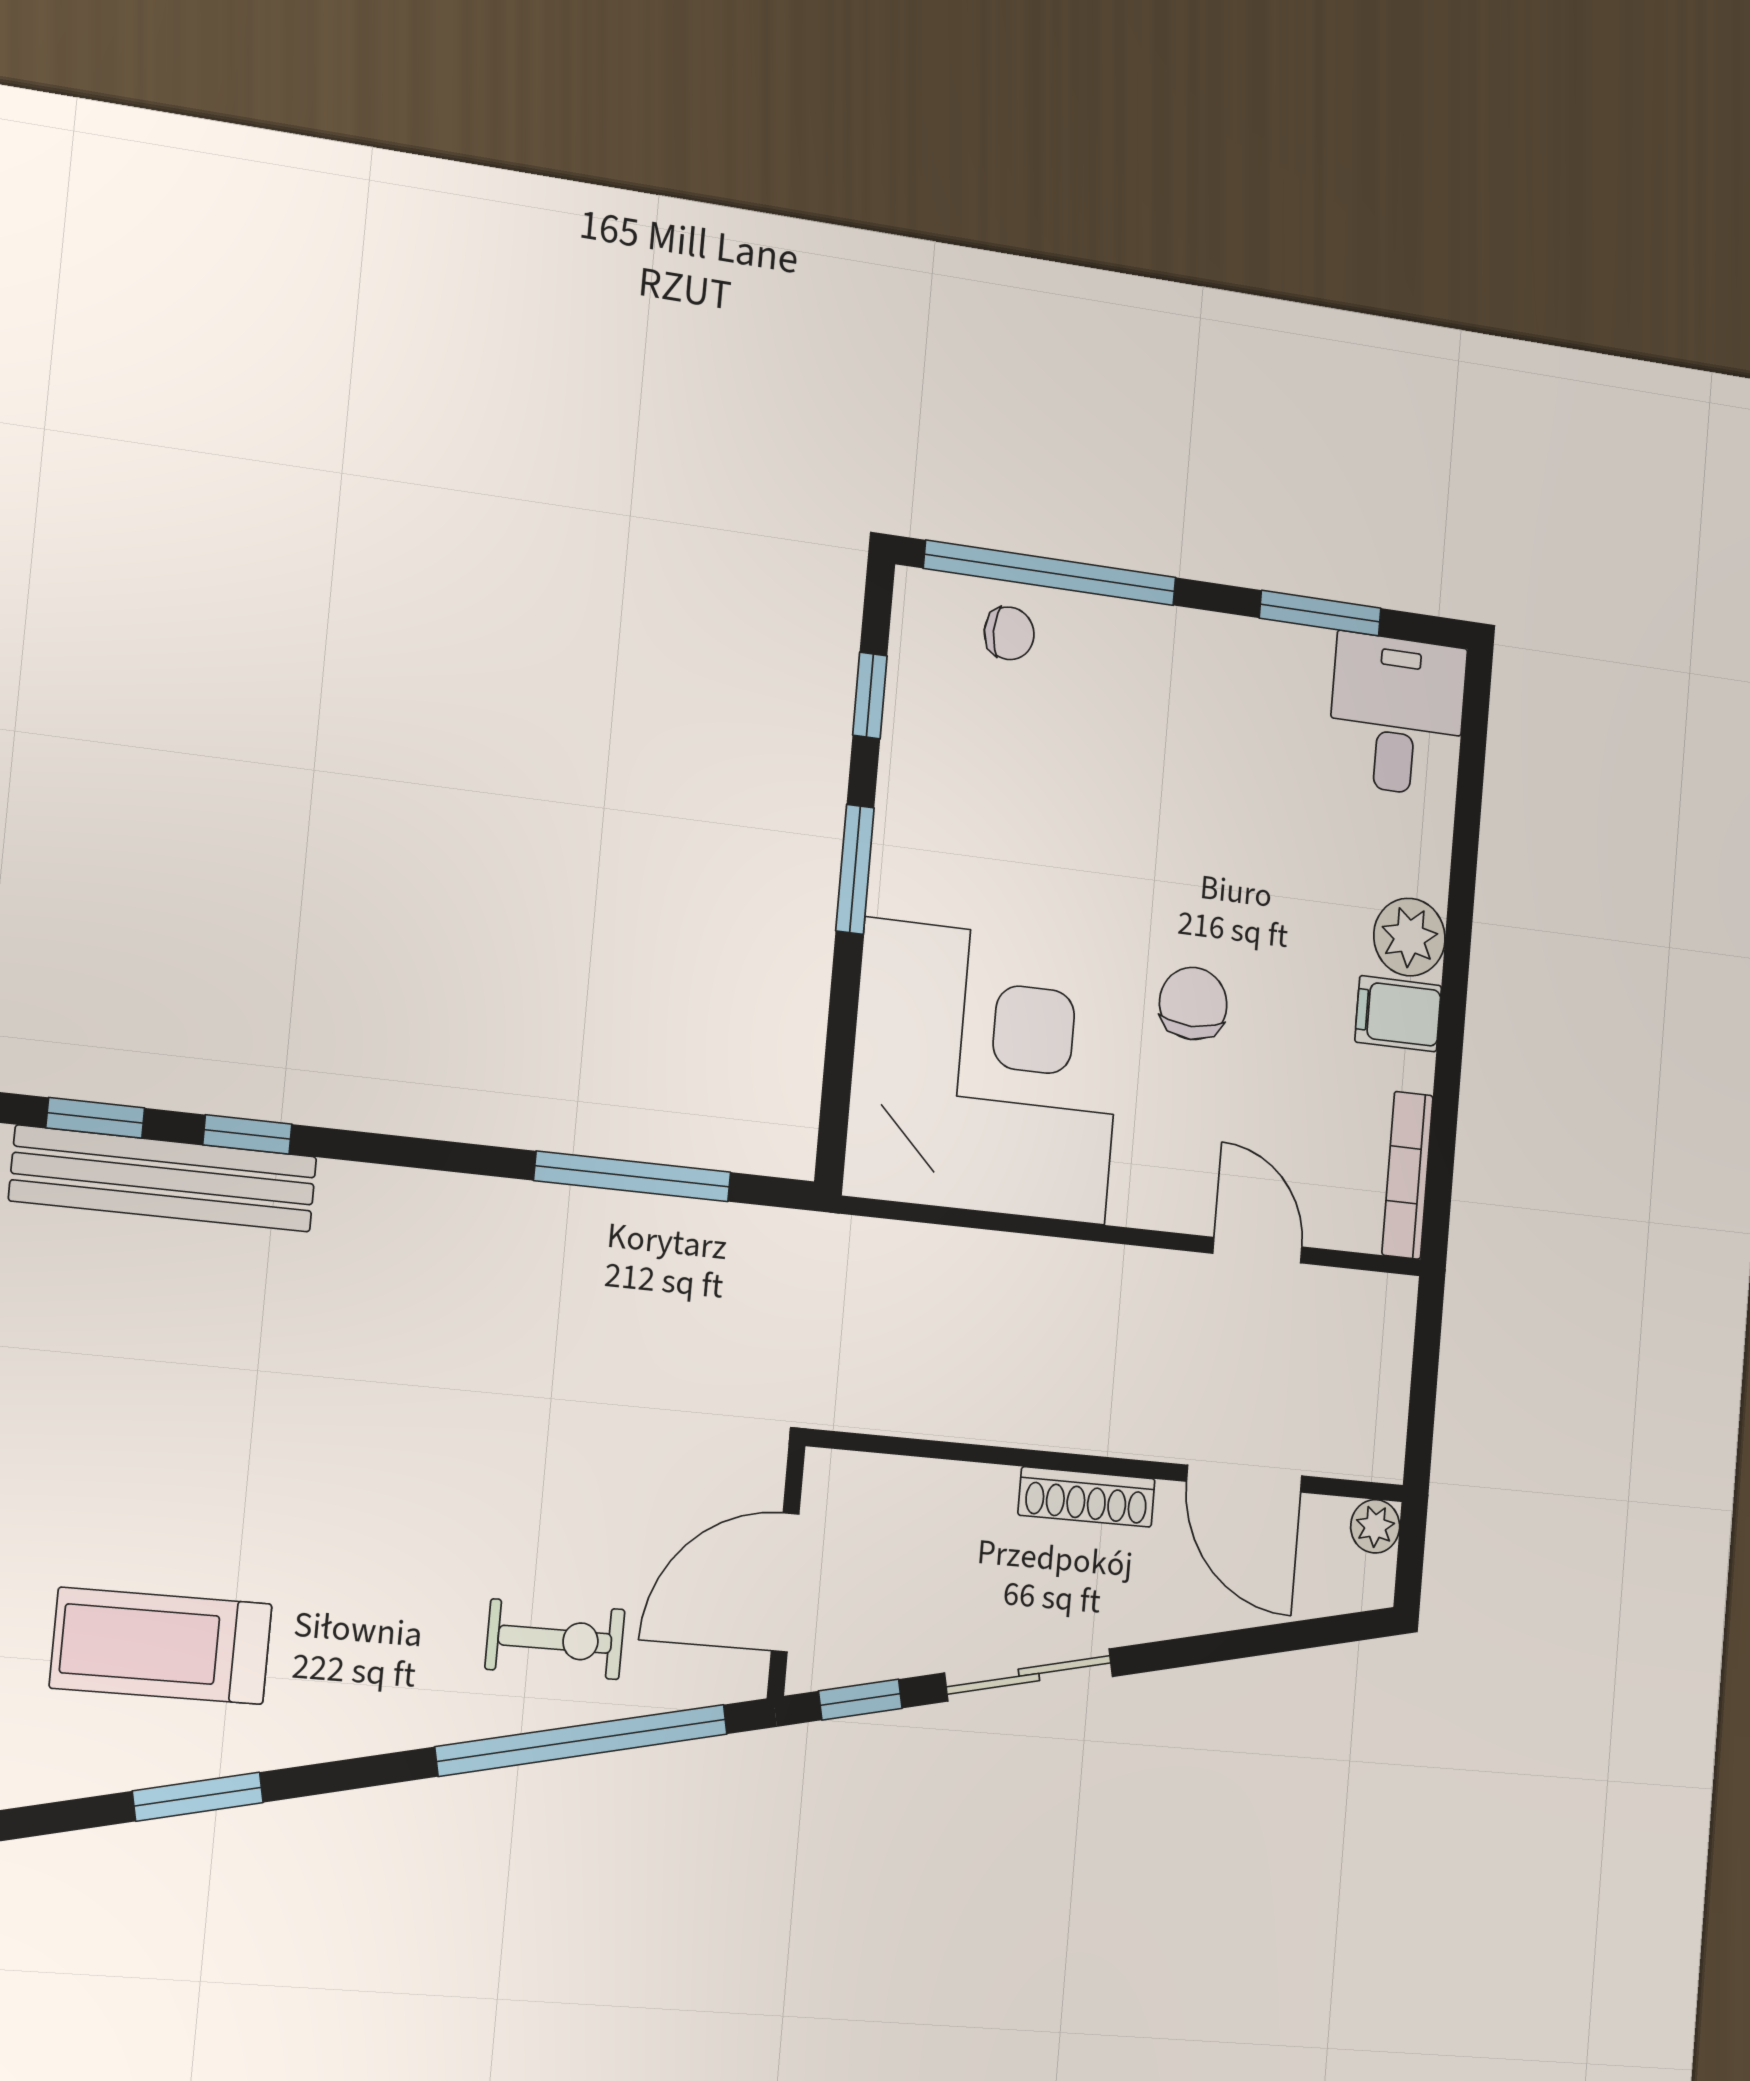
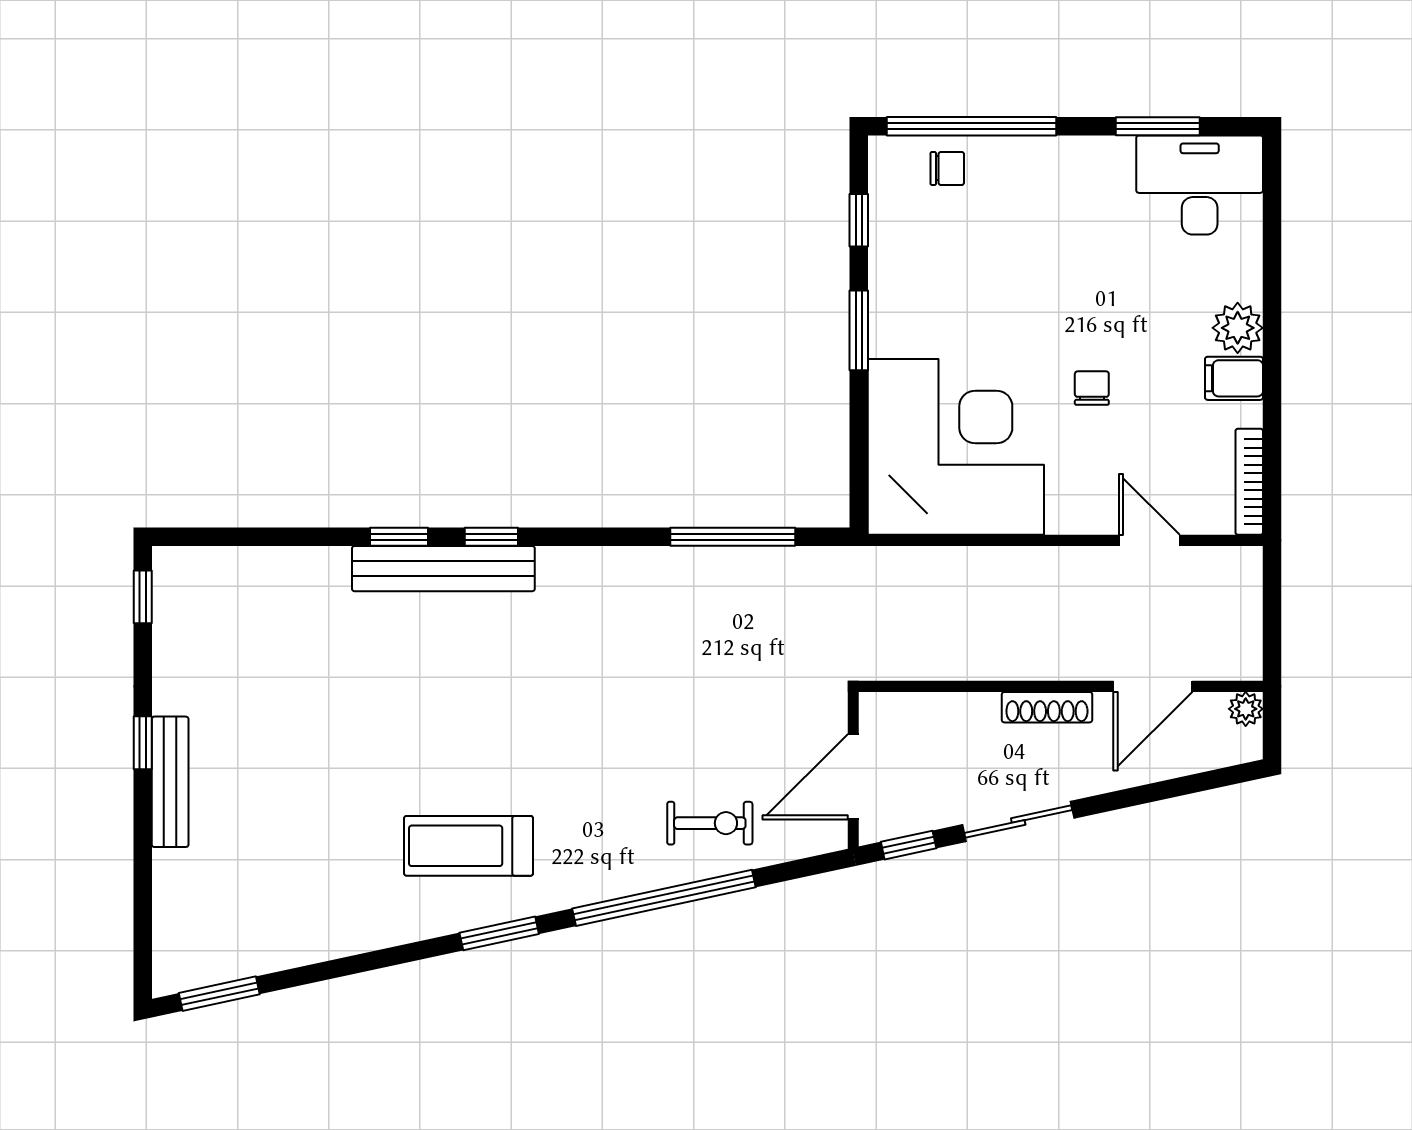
desk: (1397, 715) -> (1200, 185), width x1.37
chair: (1193, 1004) -> (1092, 388), width x0.73, depth x0.73
door: (1244, 1479) -> (1153, 686), hinge flipped
window: (582, 1740) -> (664, 898), moved

